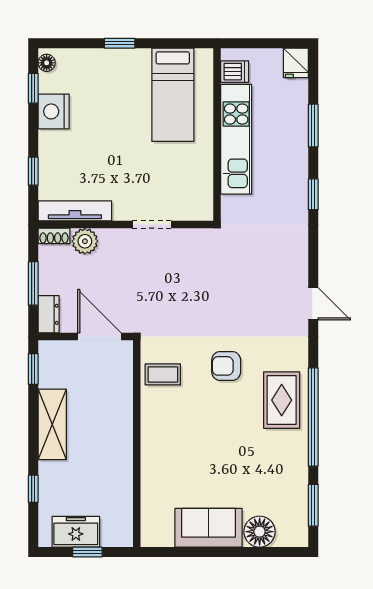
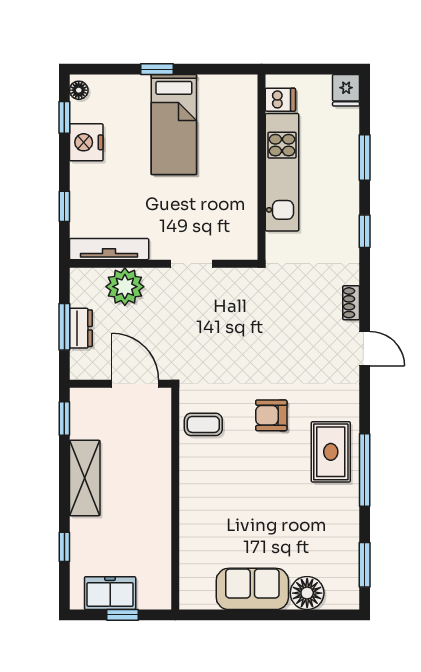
bed: (173, 95) -> (174, 124), moved
shoe rack: (54, 236) -> (351, 303), moved, turned 90
plant: (85, 241) -> (125, 287), width x1.36, depth x1.36
dresser: (49, 314) -> (81, 328), moved
window: (313, 417) -> (365, 470), width x0.68

